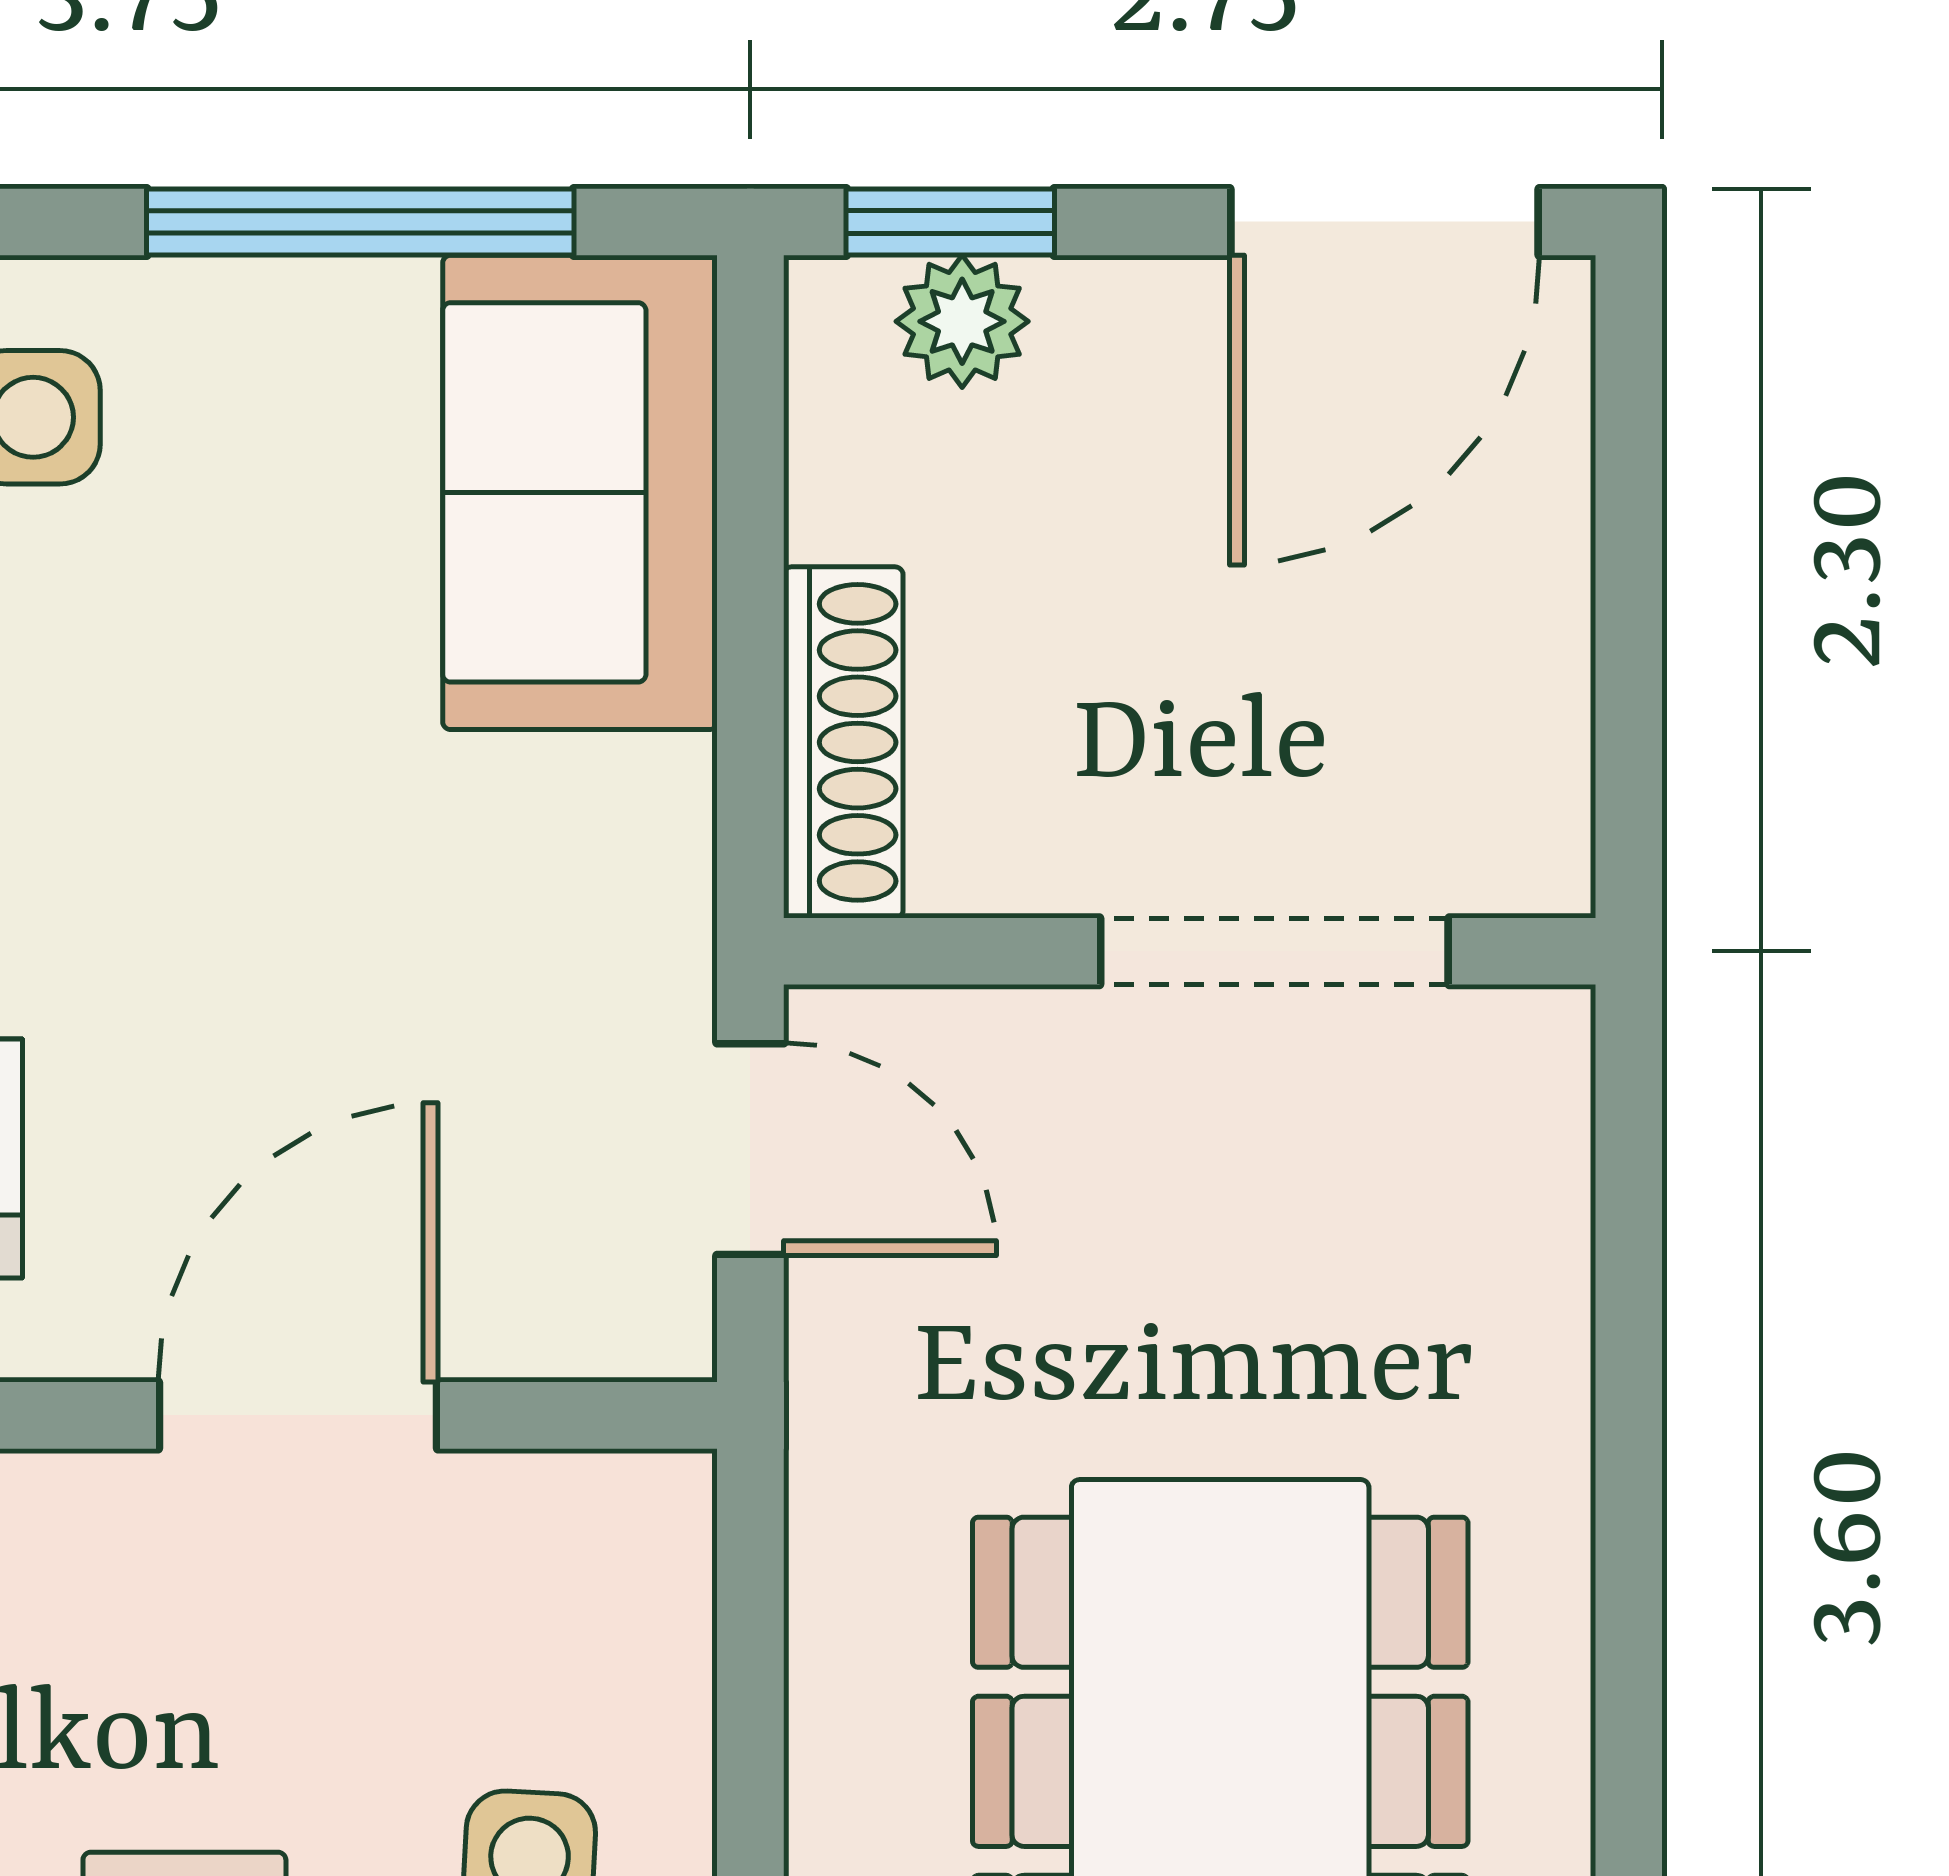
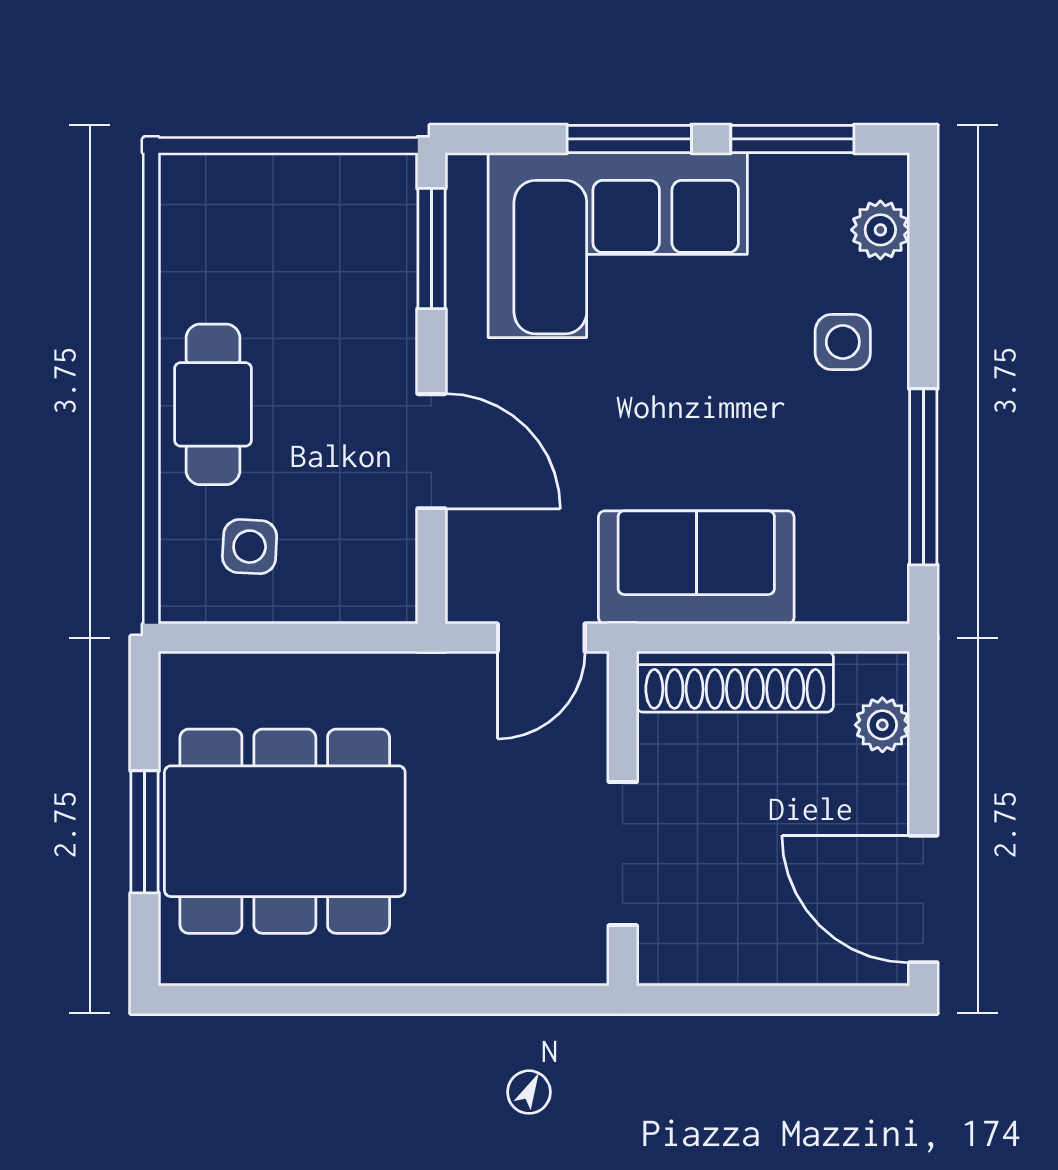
window: (950, 222) -> (923, 720), removed
sofa: (580, 492) -> (696, 567), moved
shoe rack: (843, 742) -> (735, 682), width x1.36, depth x1.24

